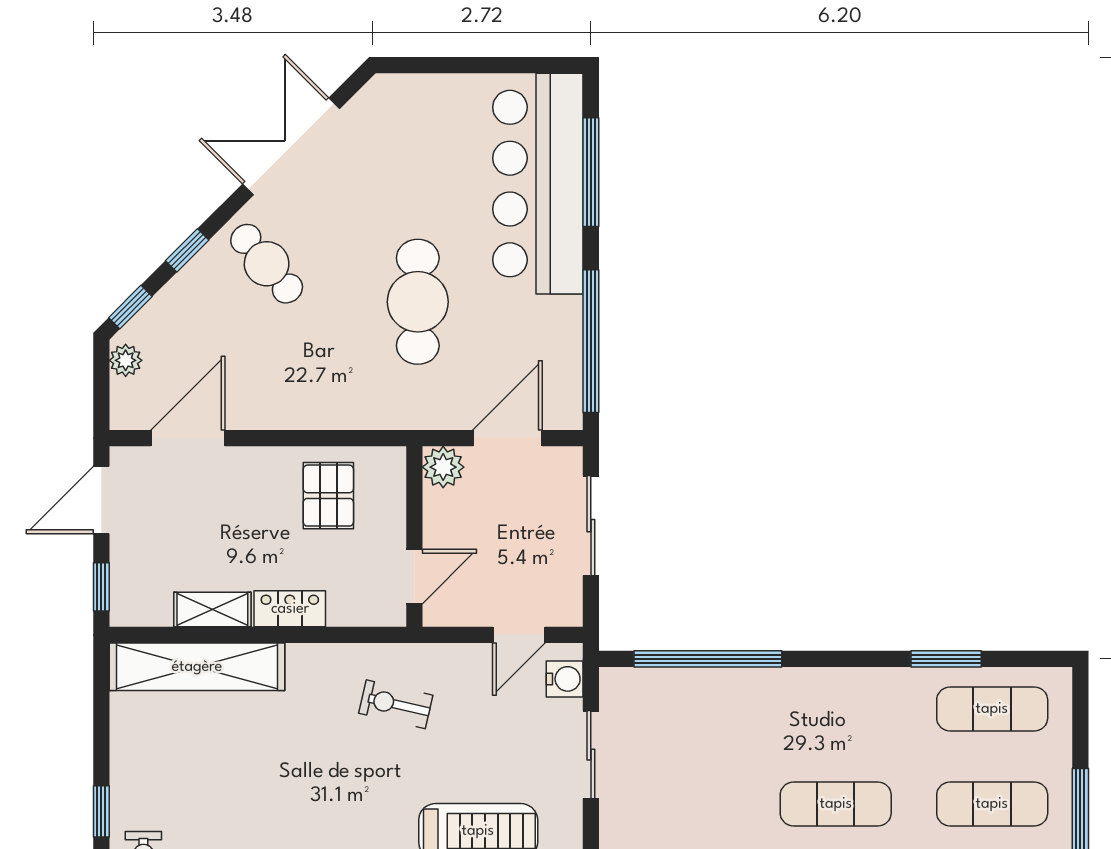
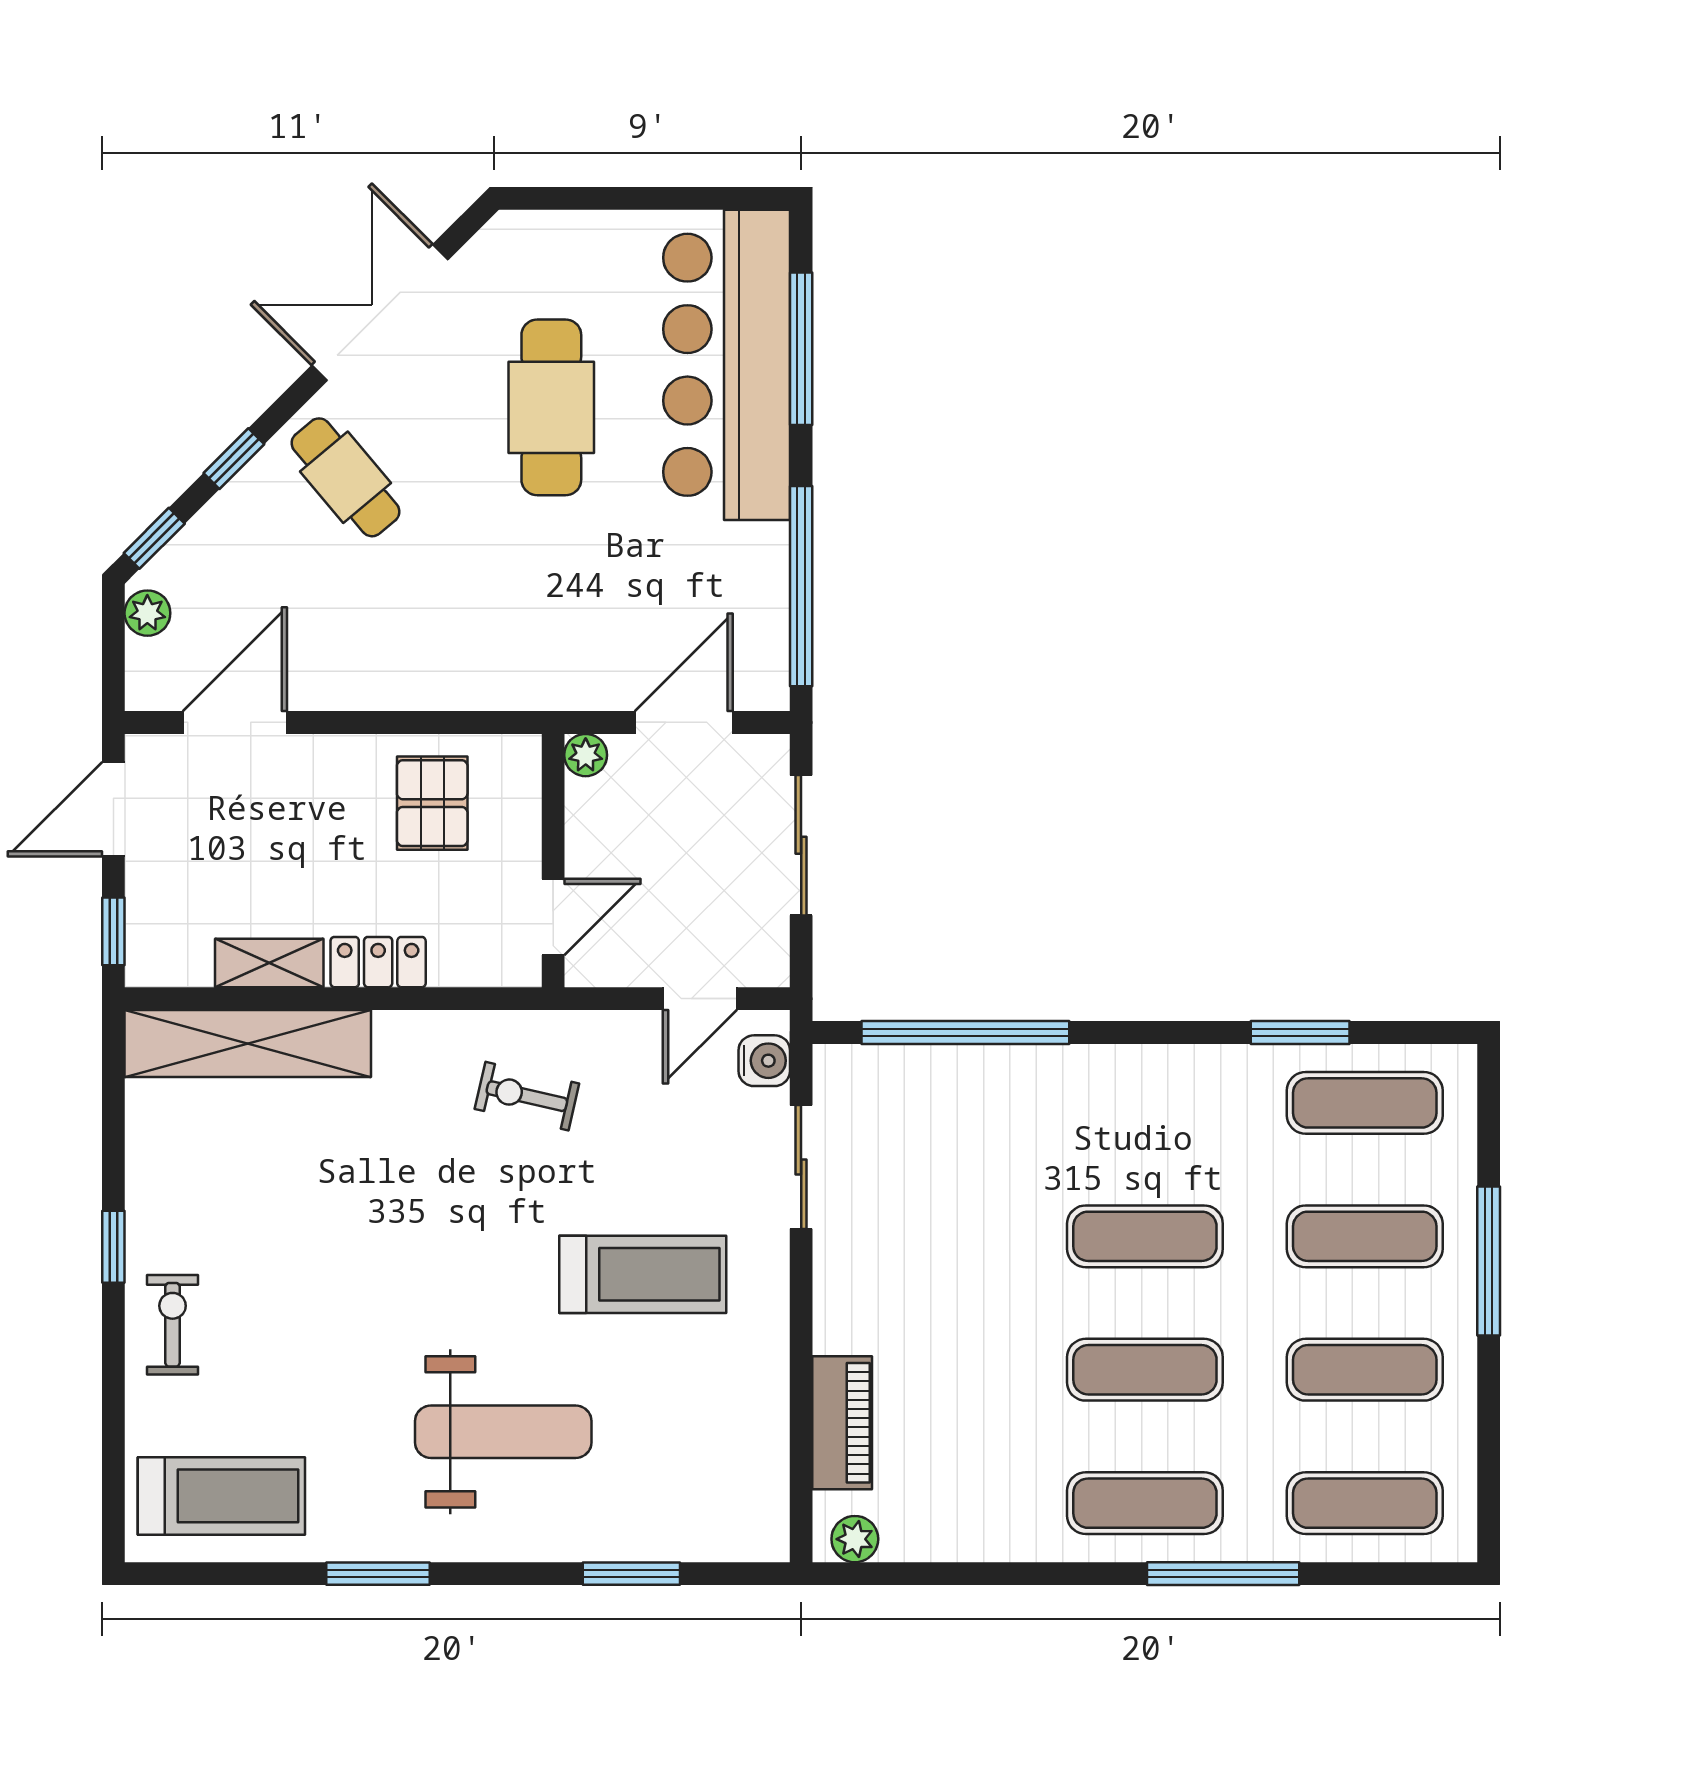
cafe table: (418, 302) -> (551, 407), moved
plant: (443, 467) -> (586, 755), width x0.73, depth x0.73

